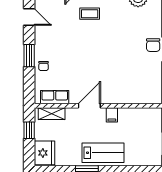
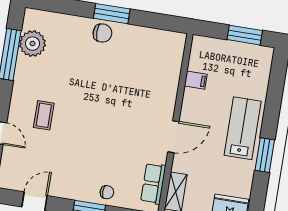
door: (89, 106) -> (173, 137), swing flipped
filing cabinet: (112, 115) -> (196, 80), moved

